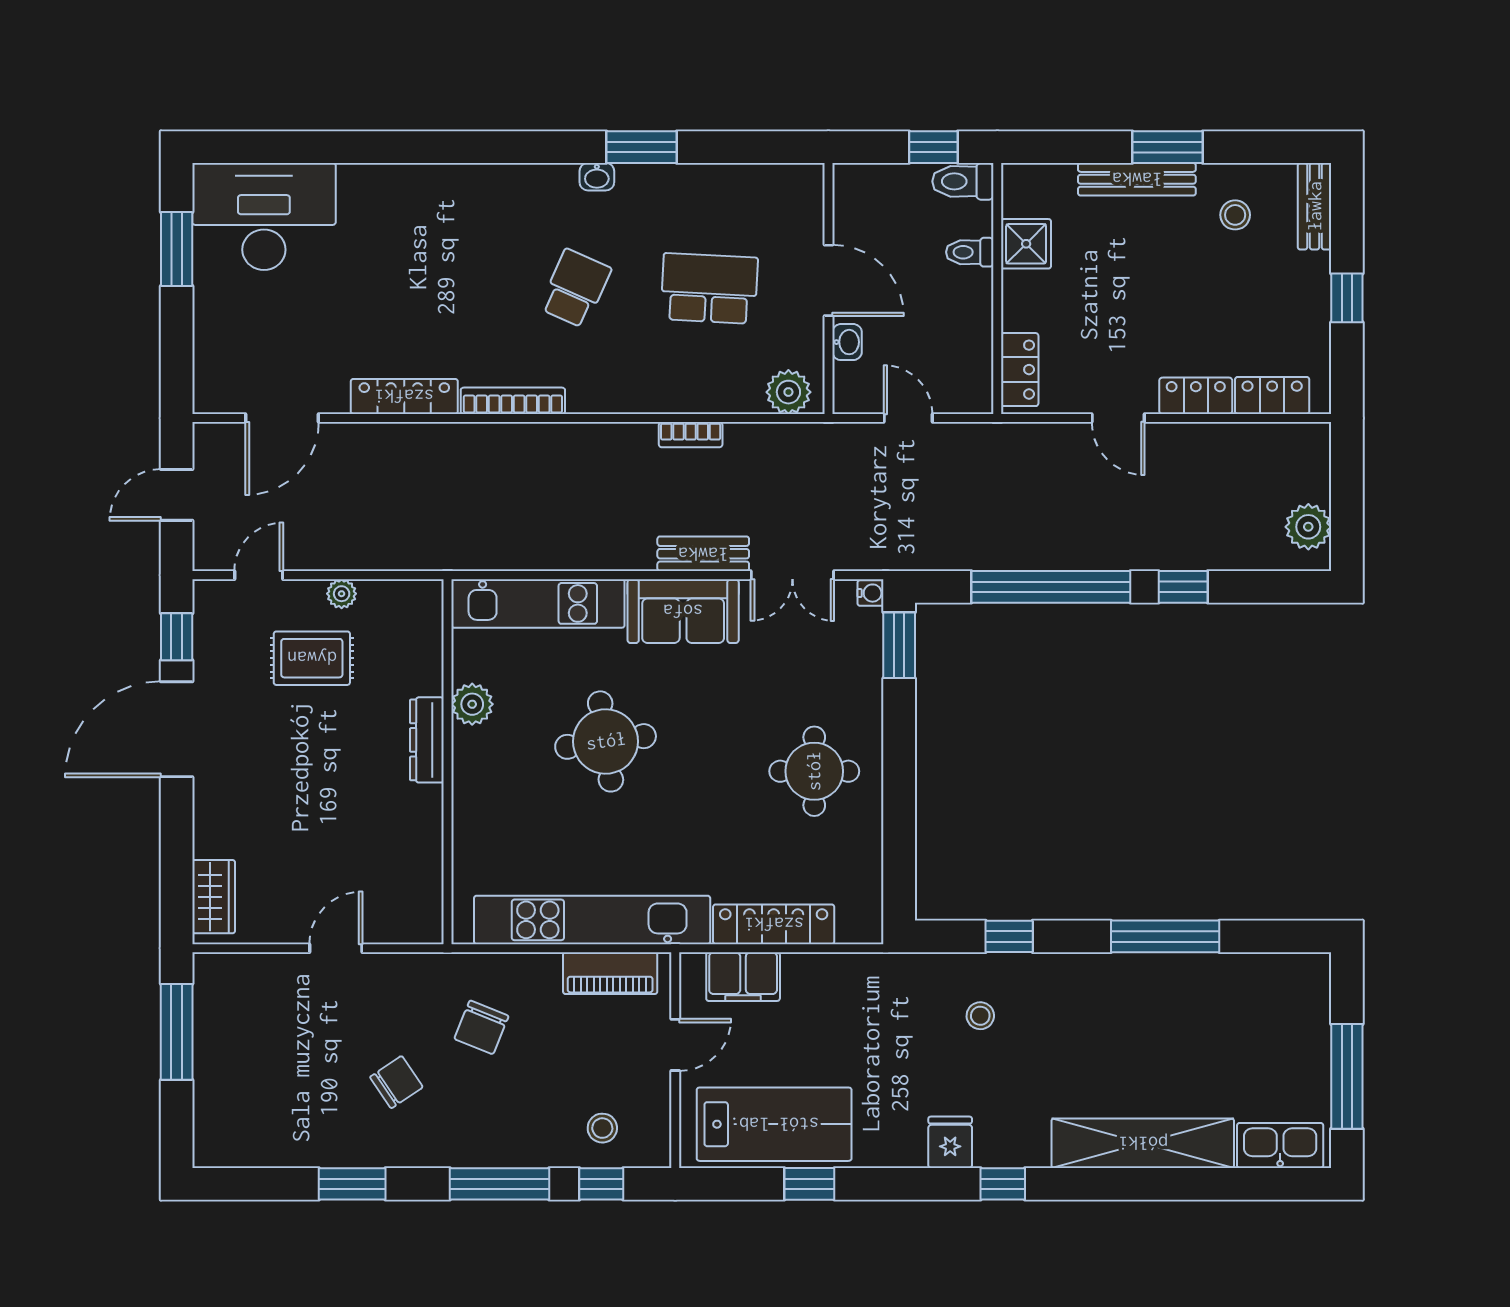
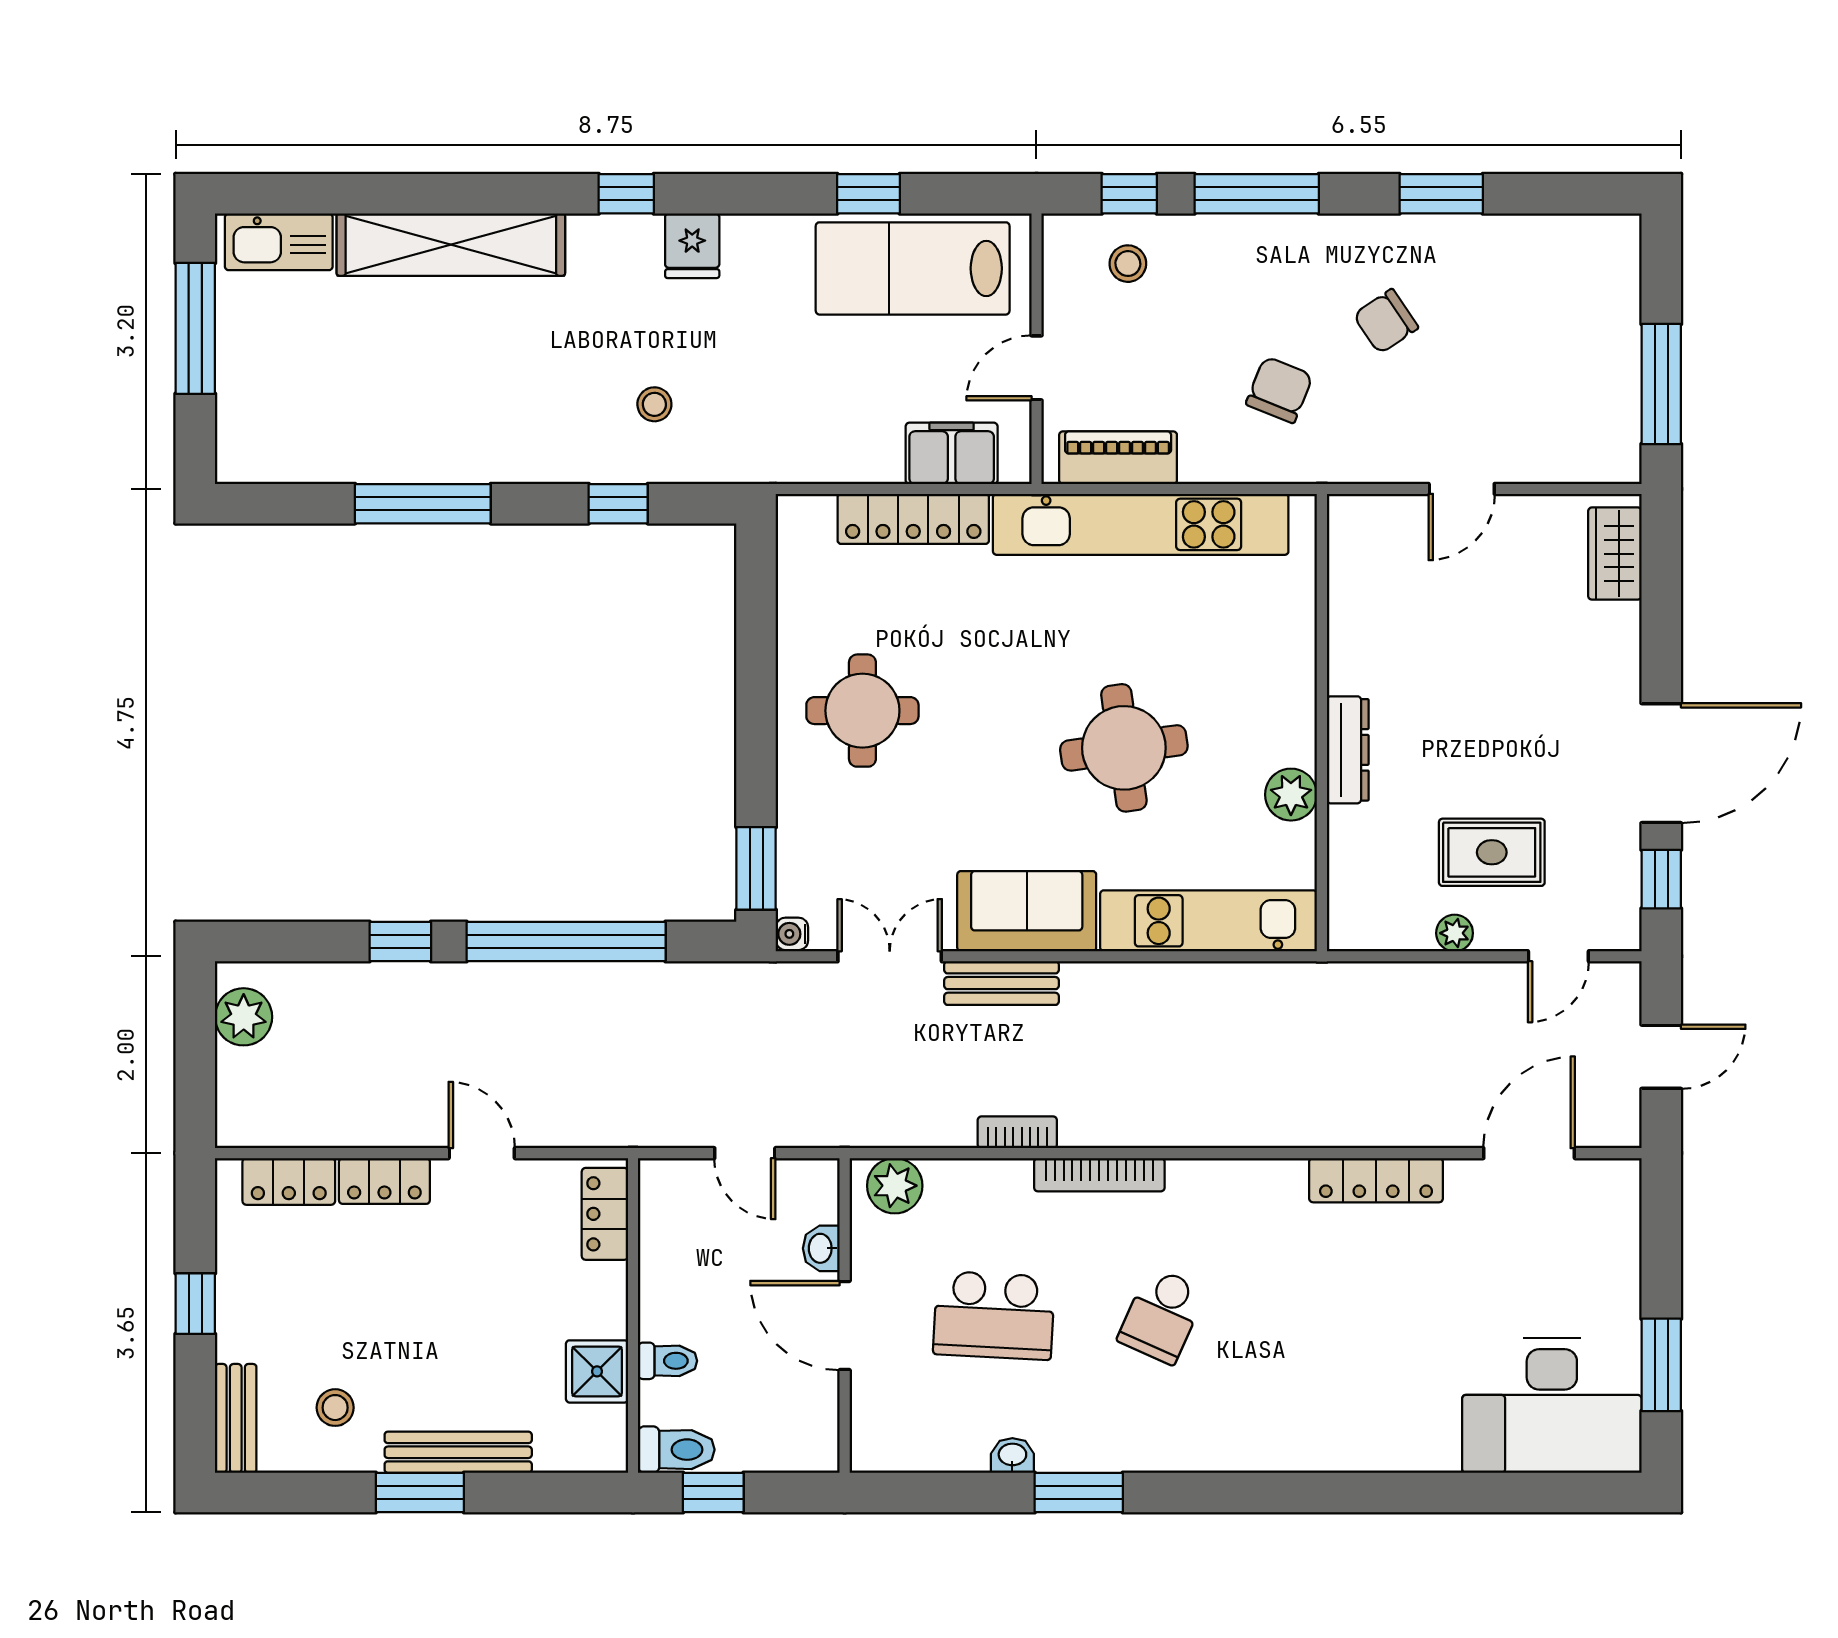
washbasin: (597, 177) -> (1012, 1455), moved
bookcase: (513, 401) -> (1099, 1175), moved

